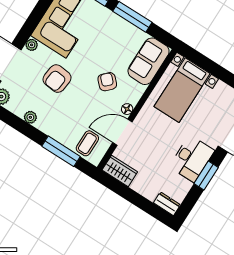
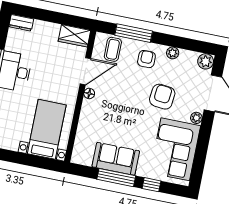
sofa: (149, 61) -> (116, 159), moved, turned -90
armchair: (107, 82) -> (146, 59), moved, turned -135

